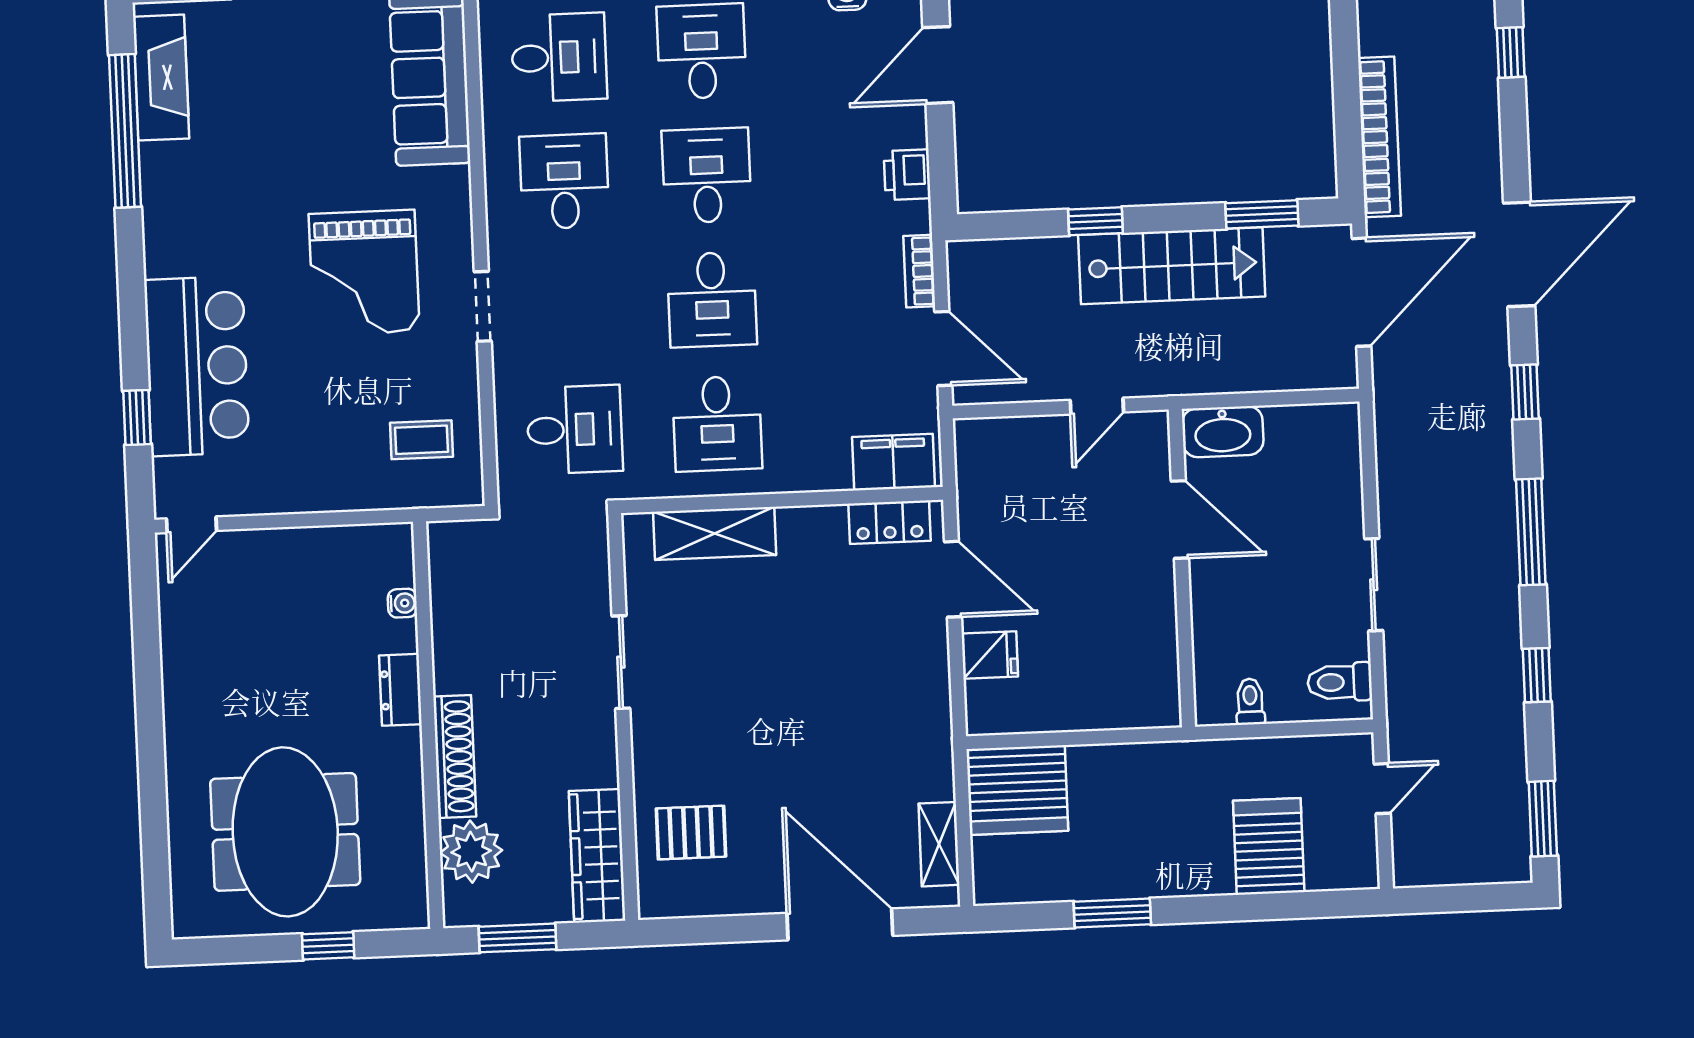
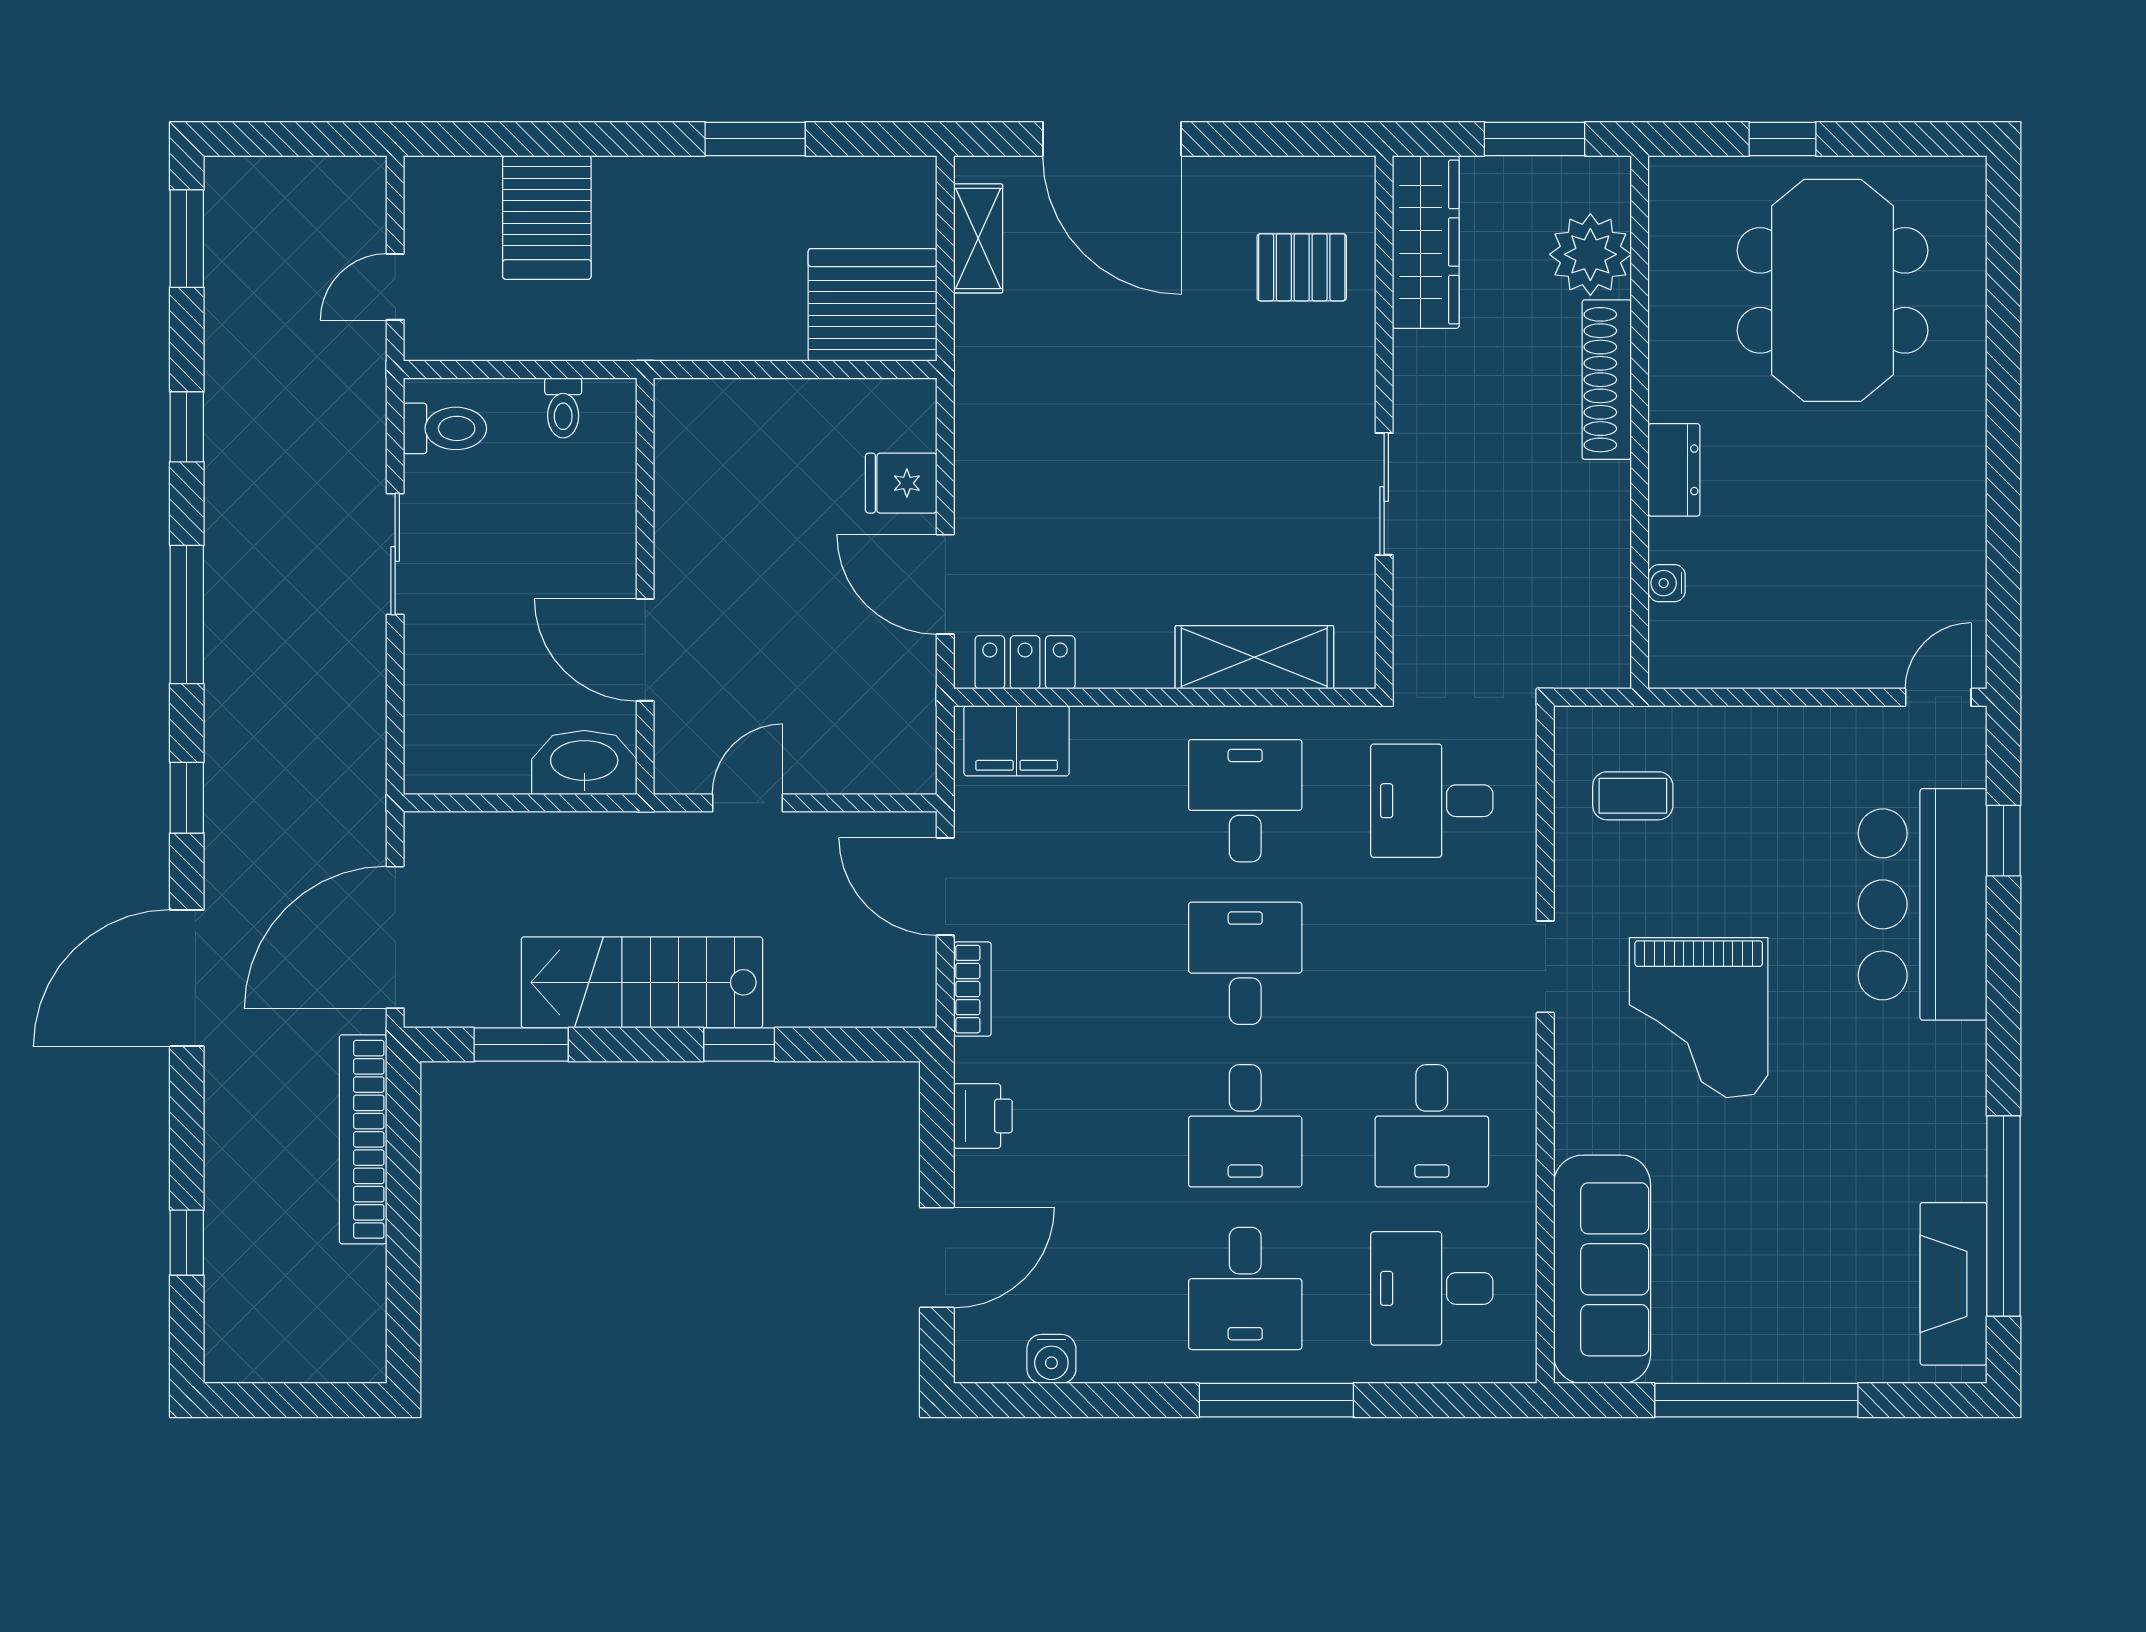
grand piano: (364, 273) -> (1699, 1018), turned 180

